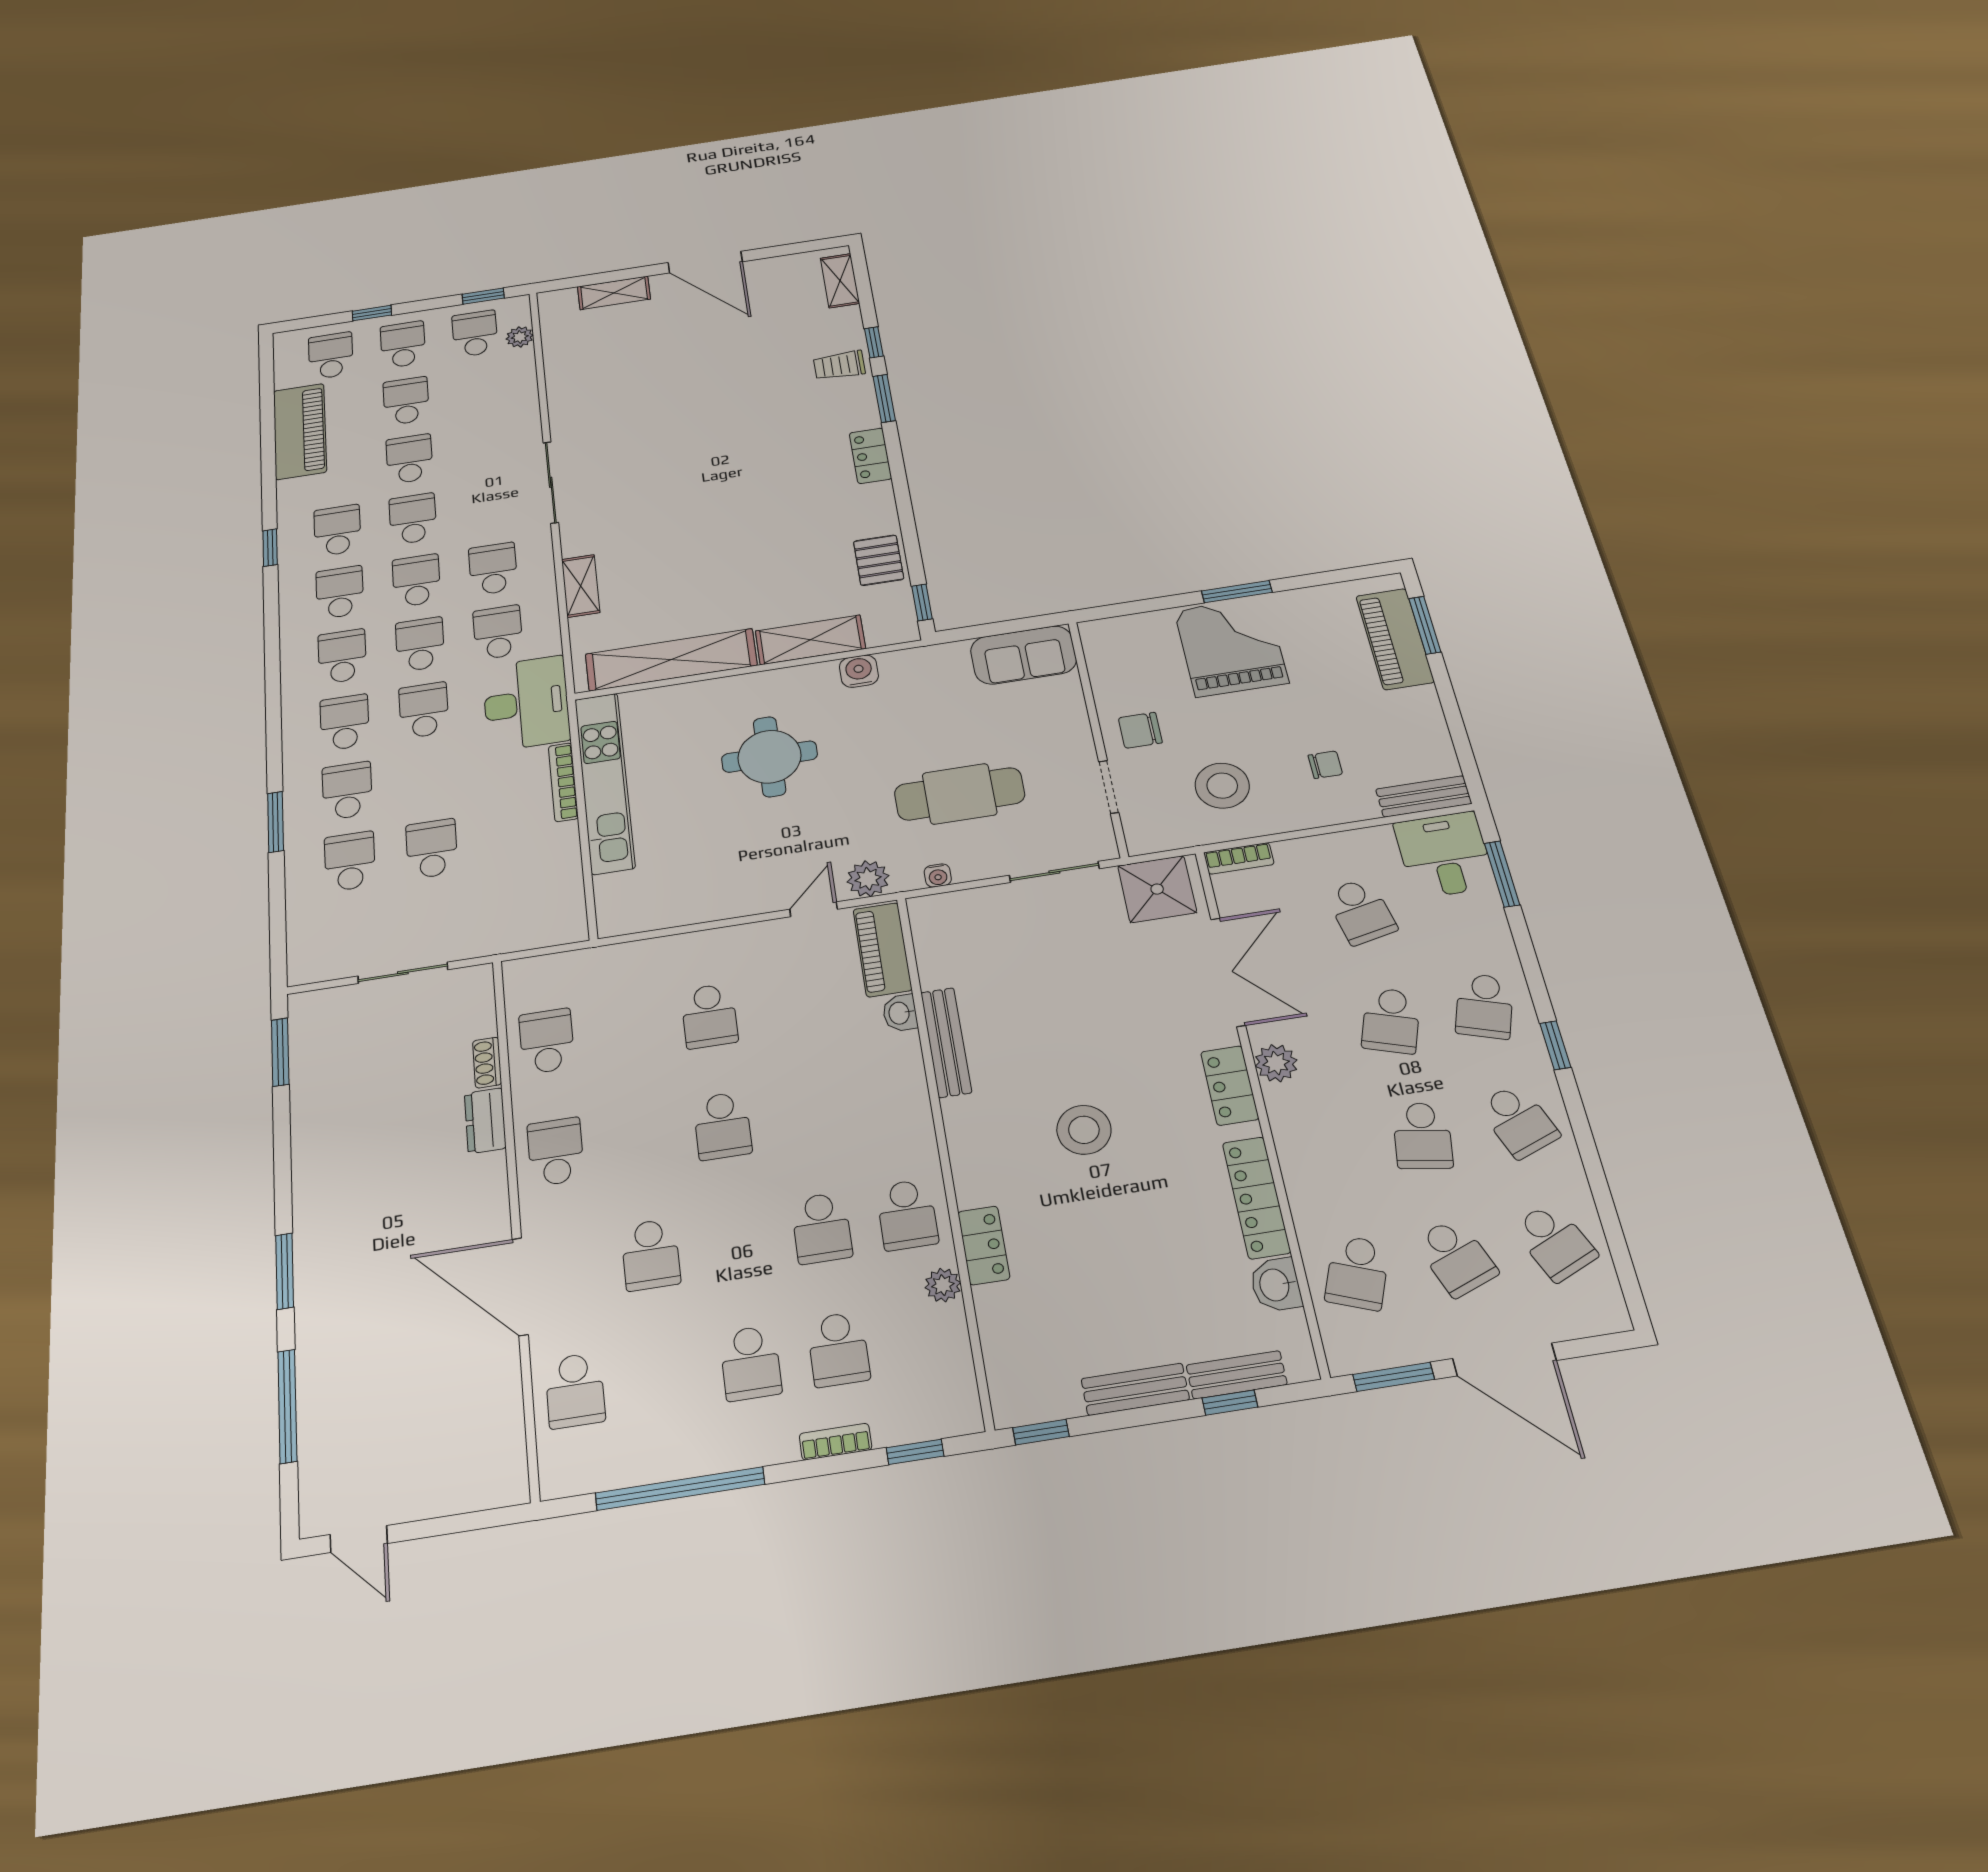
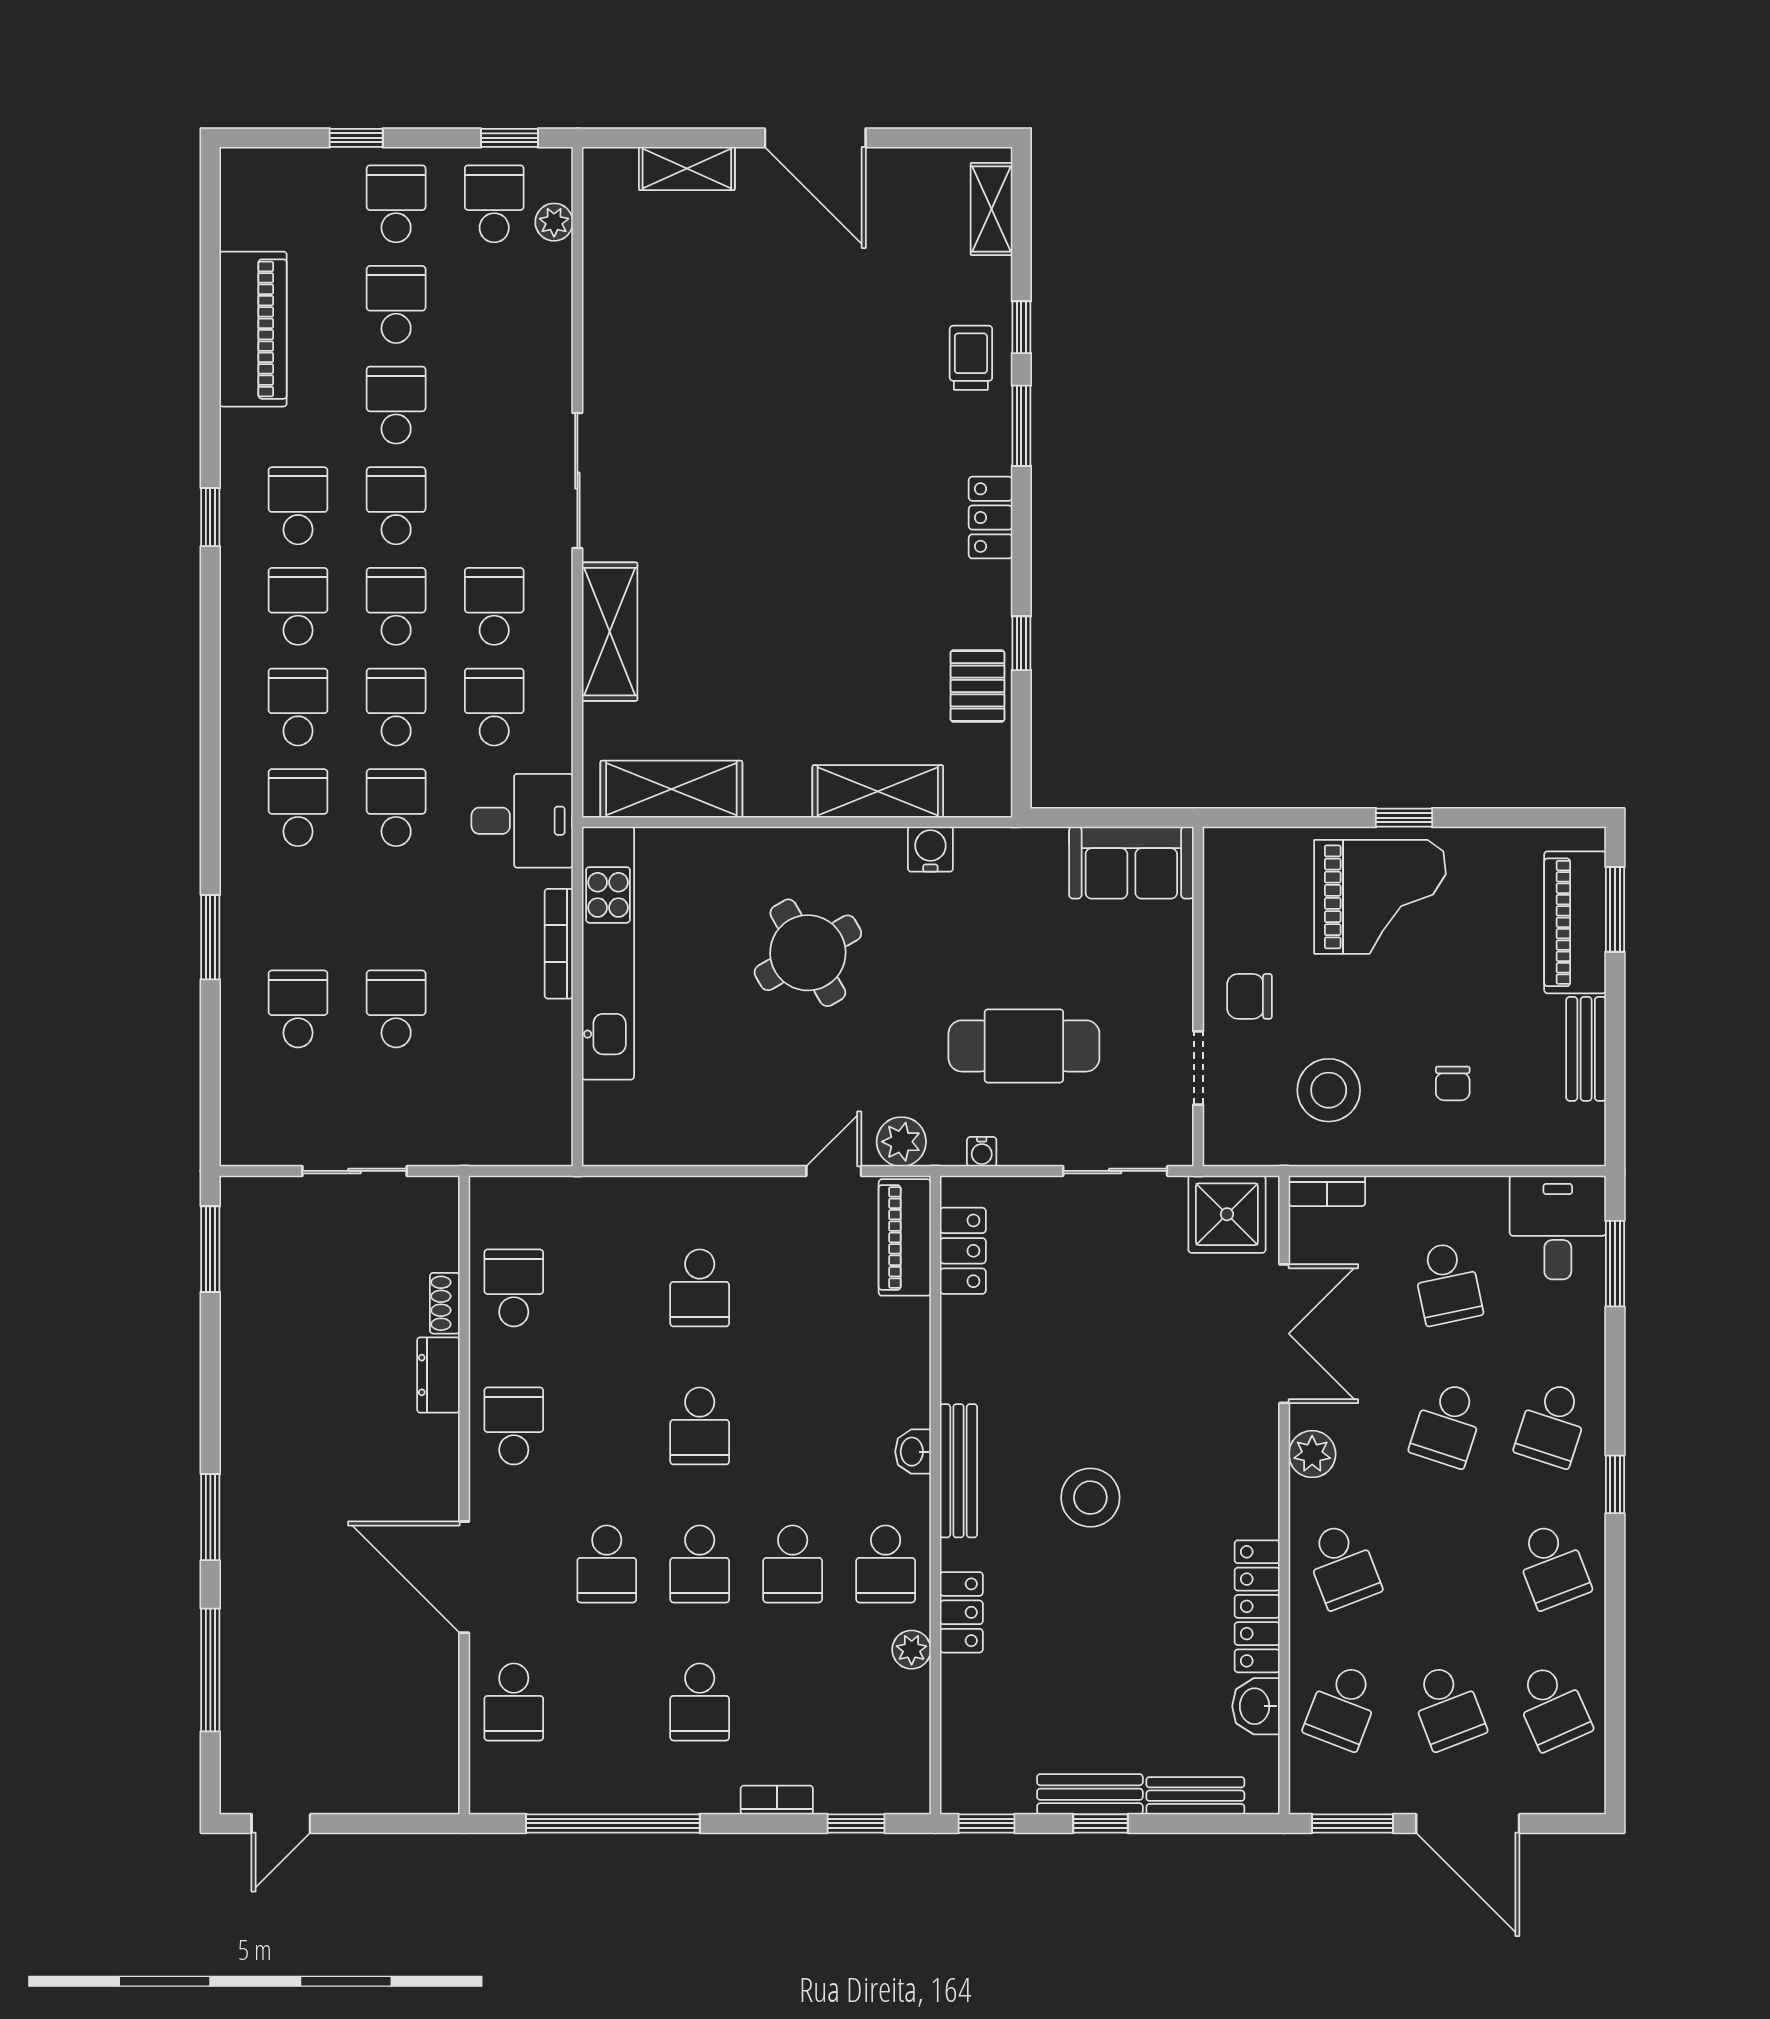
school desk: (331, 356) -> (298, 204), removed
trolley: (839, 365) -> (971, 358), turned 90
shelving: (581, 586) -> (610, 632), width x1.50, depth x1.33
window: (1237, 592) -> (1404, 818), width x0.67
window: (922, 602) -> (1021, 643), moved
grand piano: (1231, 647) -> (1380, 897), turned 90
shelving: (671, 660) -> (671, 789), width x0.68
desk: (526, 703) -> (522, 821), width x0.73
round table: (769, 757) -> (808, 953), turned -30
chair: (1325, 765) -> (1453, 1083), turned 90
school desk: (347, 791) -> (298, 908), removed
bench: (1424, 796) -> (1586, 1049), moved, turned 90
washbasin: (900, 1013) -> (913, 1452), moved
bench: (946, 1042) -> (958, 1471), moved
locker: (1230, 1085) -> (963, 1251), moved, turned 180
school desk: (1423, 1136) -> (1342, 1566), moved, turned -30
school desk: (838, 1349) -> (700, 1564), moved
window: (1230, 1403) -> (1100, 1823), moved
door: (359, 1539) -> (281, 1823), hinge flipped

